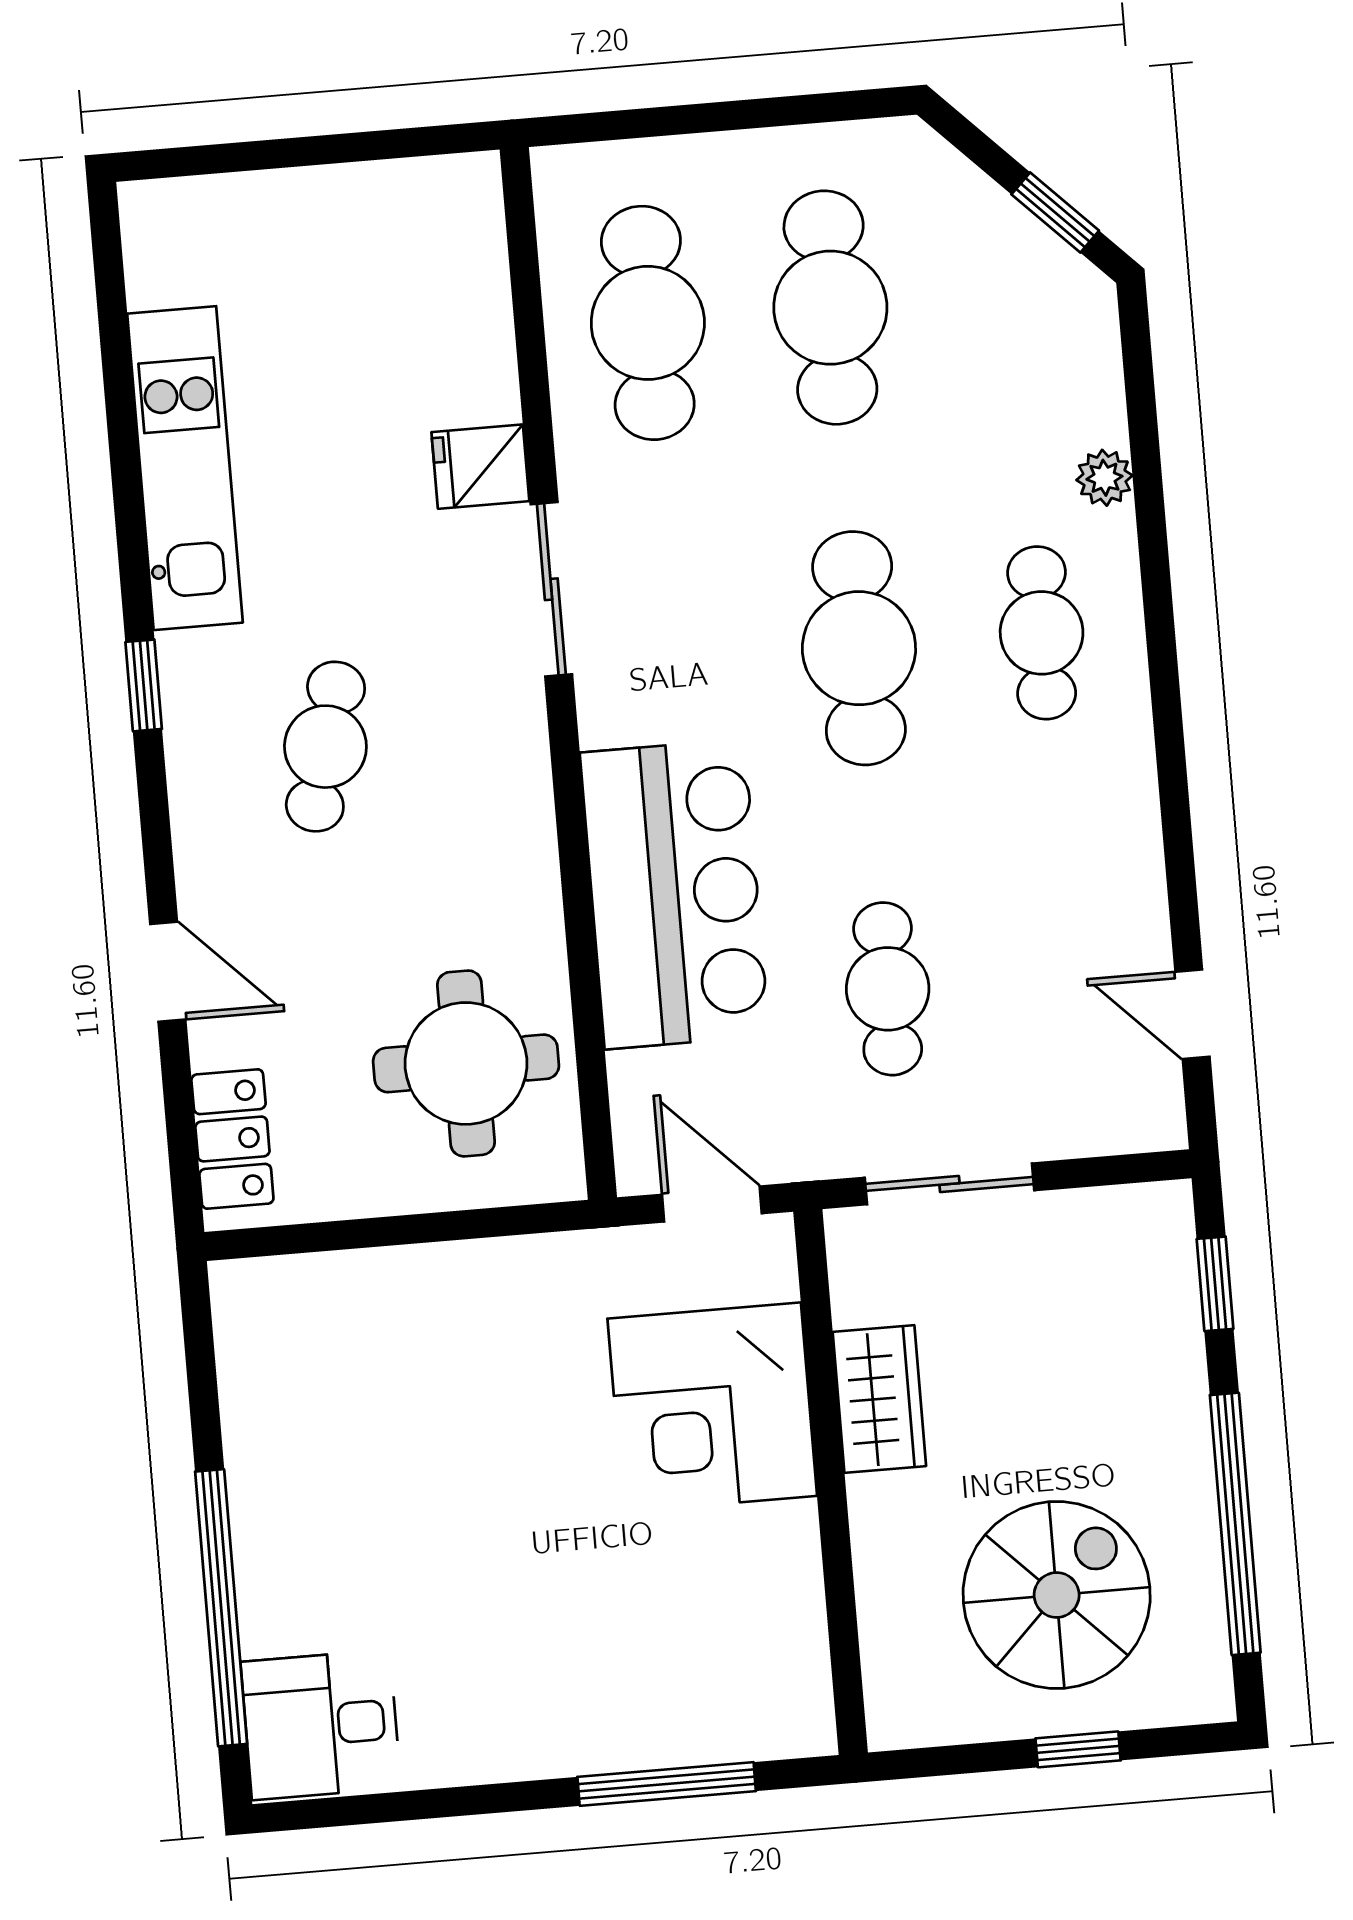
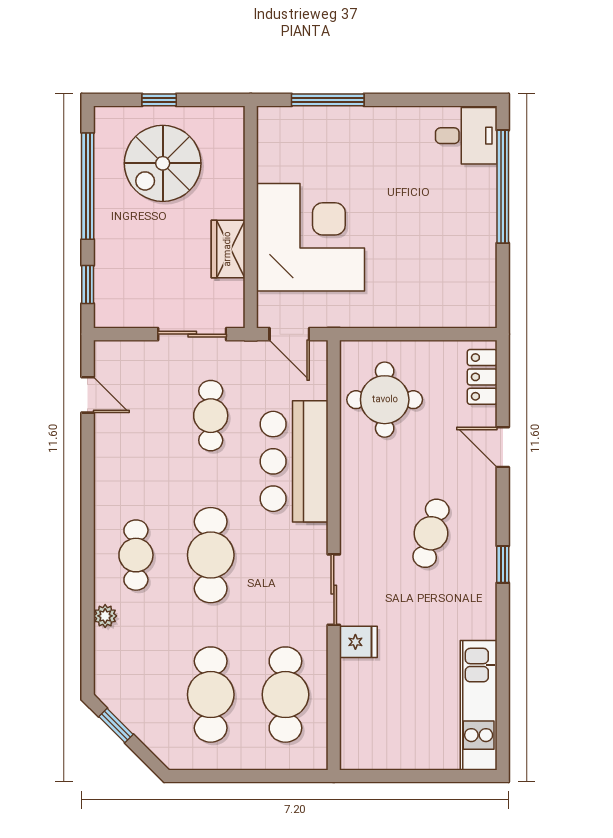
kitchen unit: (185, 468) -> (479, 705), moved
corner desk: (712, 1407) -> (311, 237), width x1.36, depth x1.36

